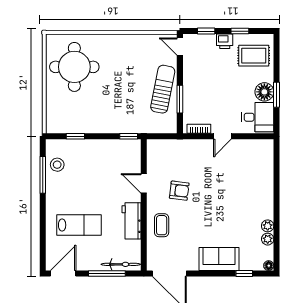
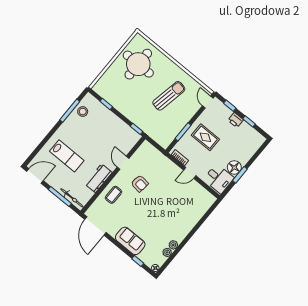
rug: (254, 56) -> (205, 137), moved
sun lounger: (163, 89) -> (169, 96), moved

